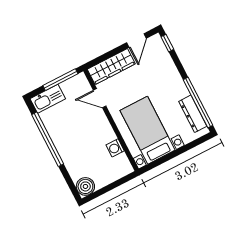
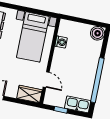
wardrobe: (111, 67) -> (29, 94), width x0.67
window: (60, 80) -> (61, 110), width x0.46

